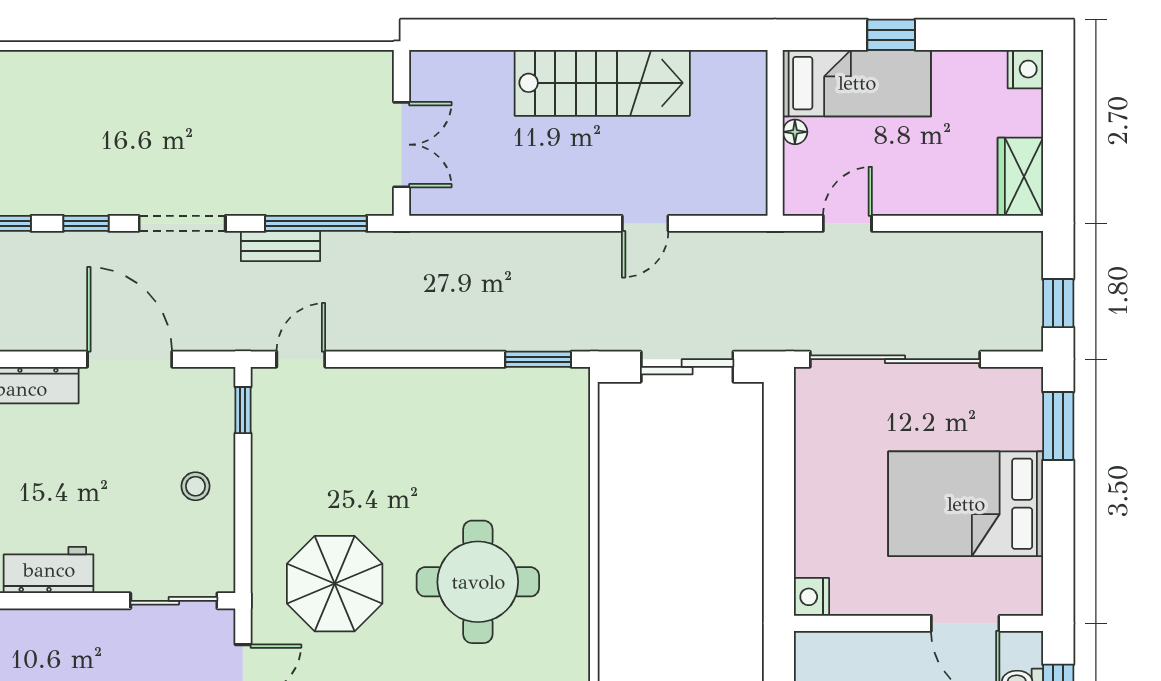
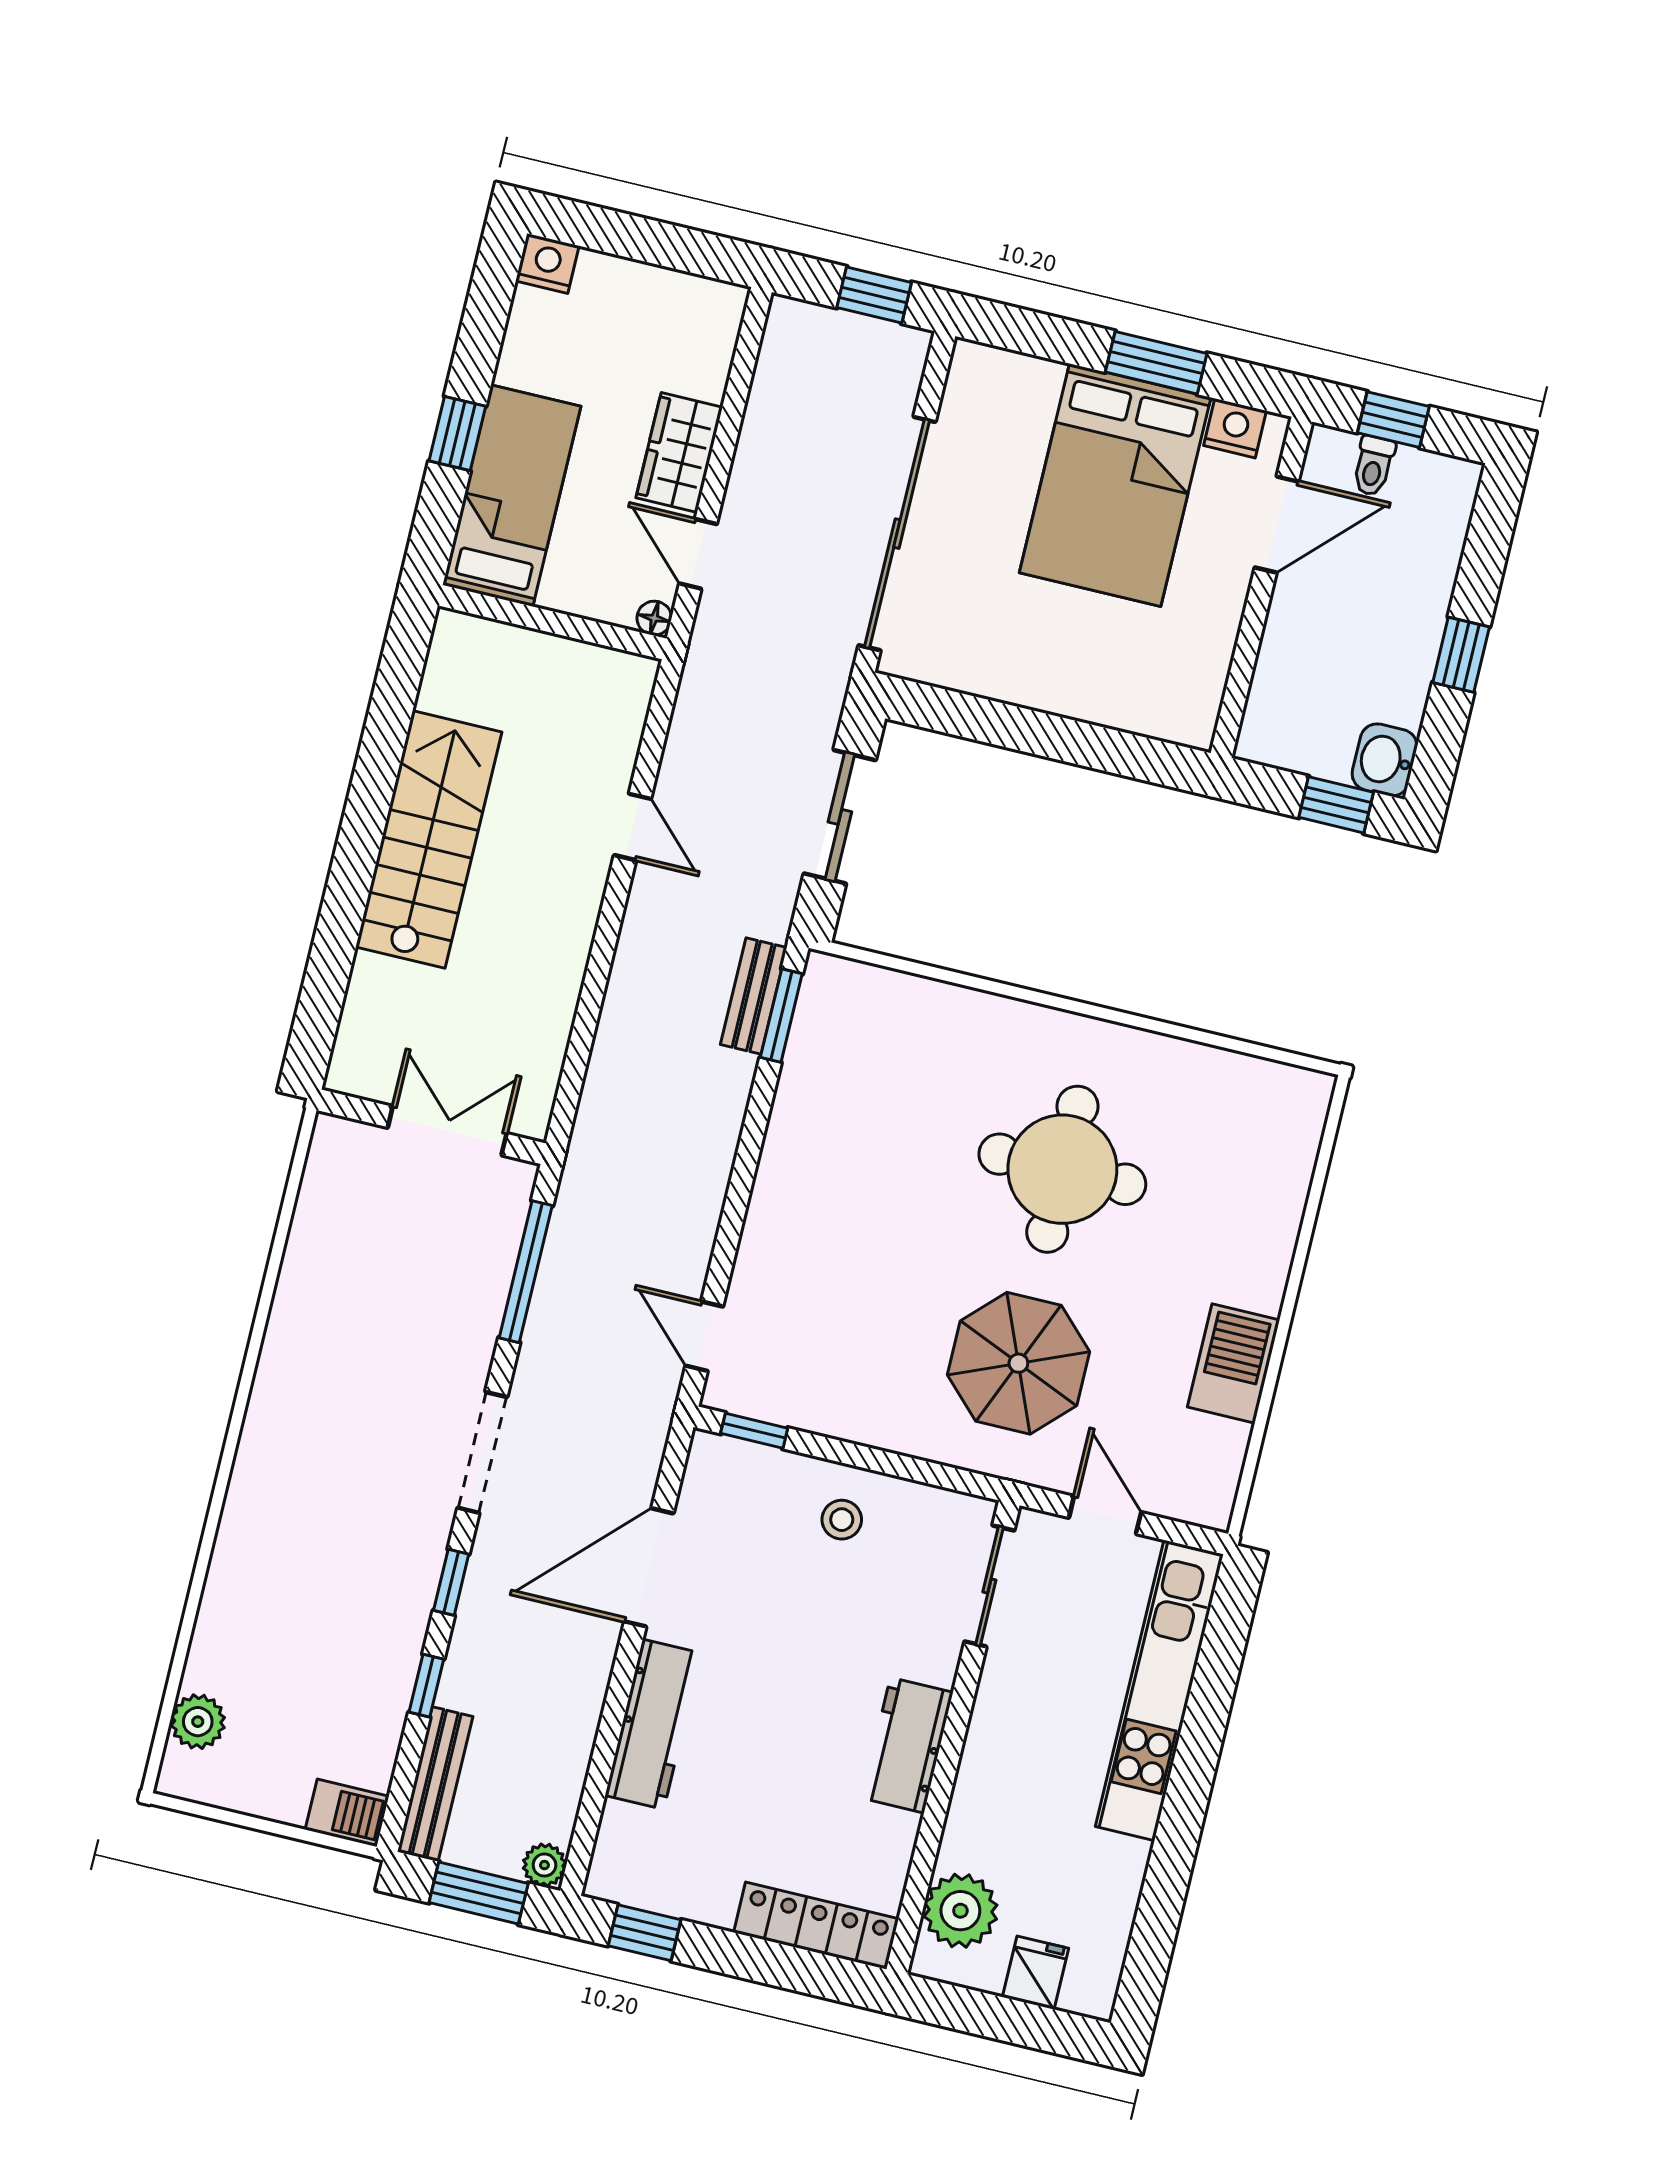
floor lamp: (795, 132) -> (654, 618), moved
wardrobe: (1020, 177) -> (679, 453), moved, turned 90
bench: (281, 246) -> (754, 996), moved
window: (1058, 426) -> (1156, 363), moved
nightstand: (811, 597) -> (1235, 428), moved, turned 180

